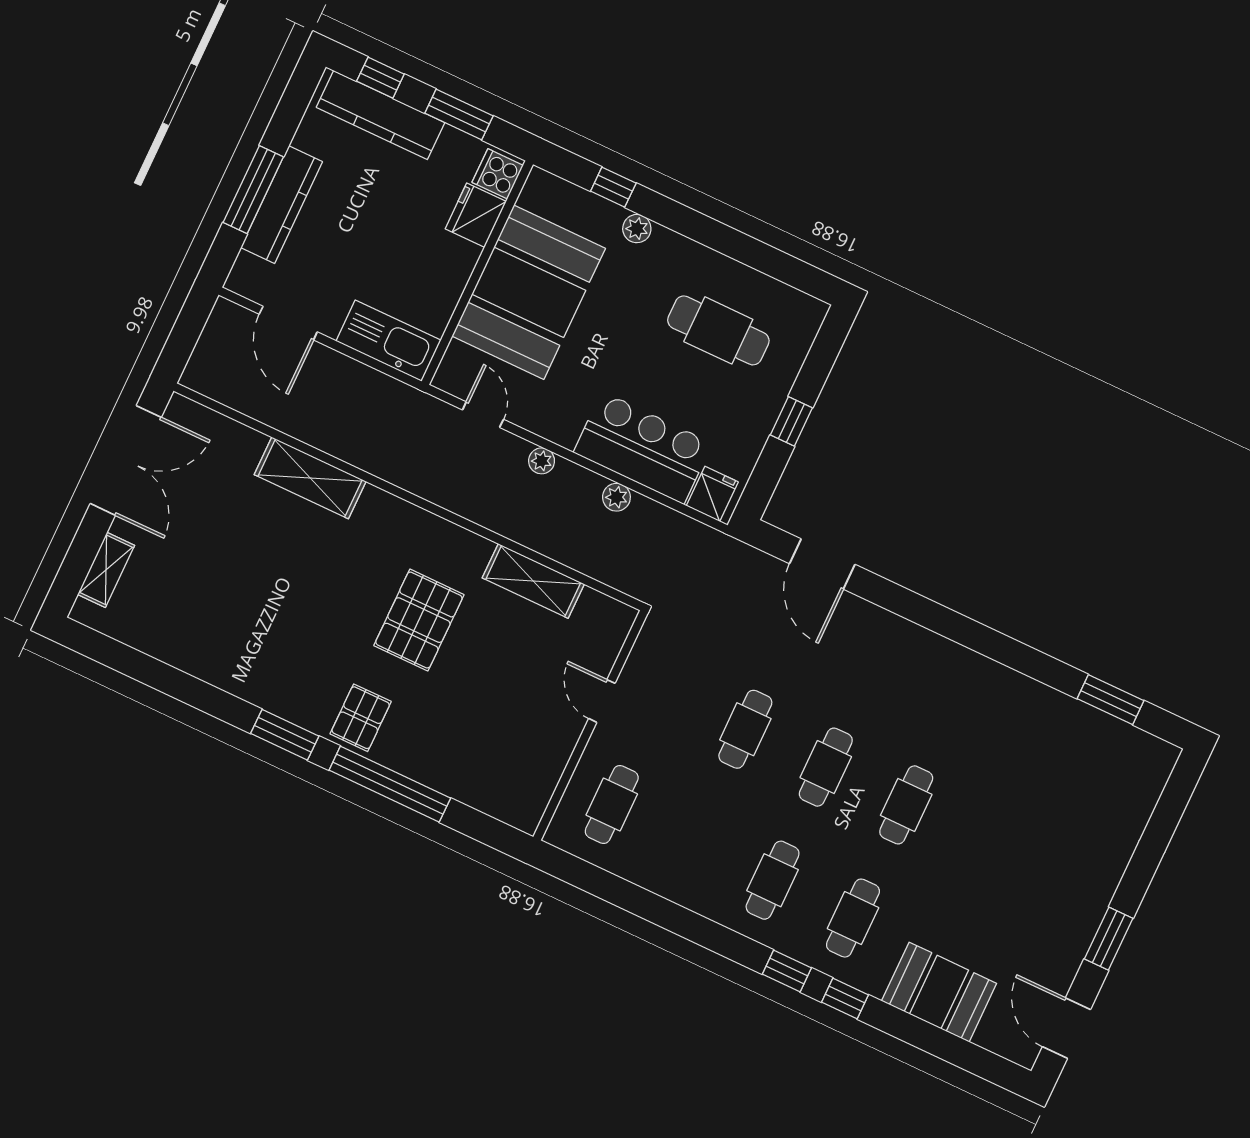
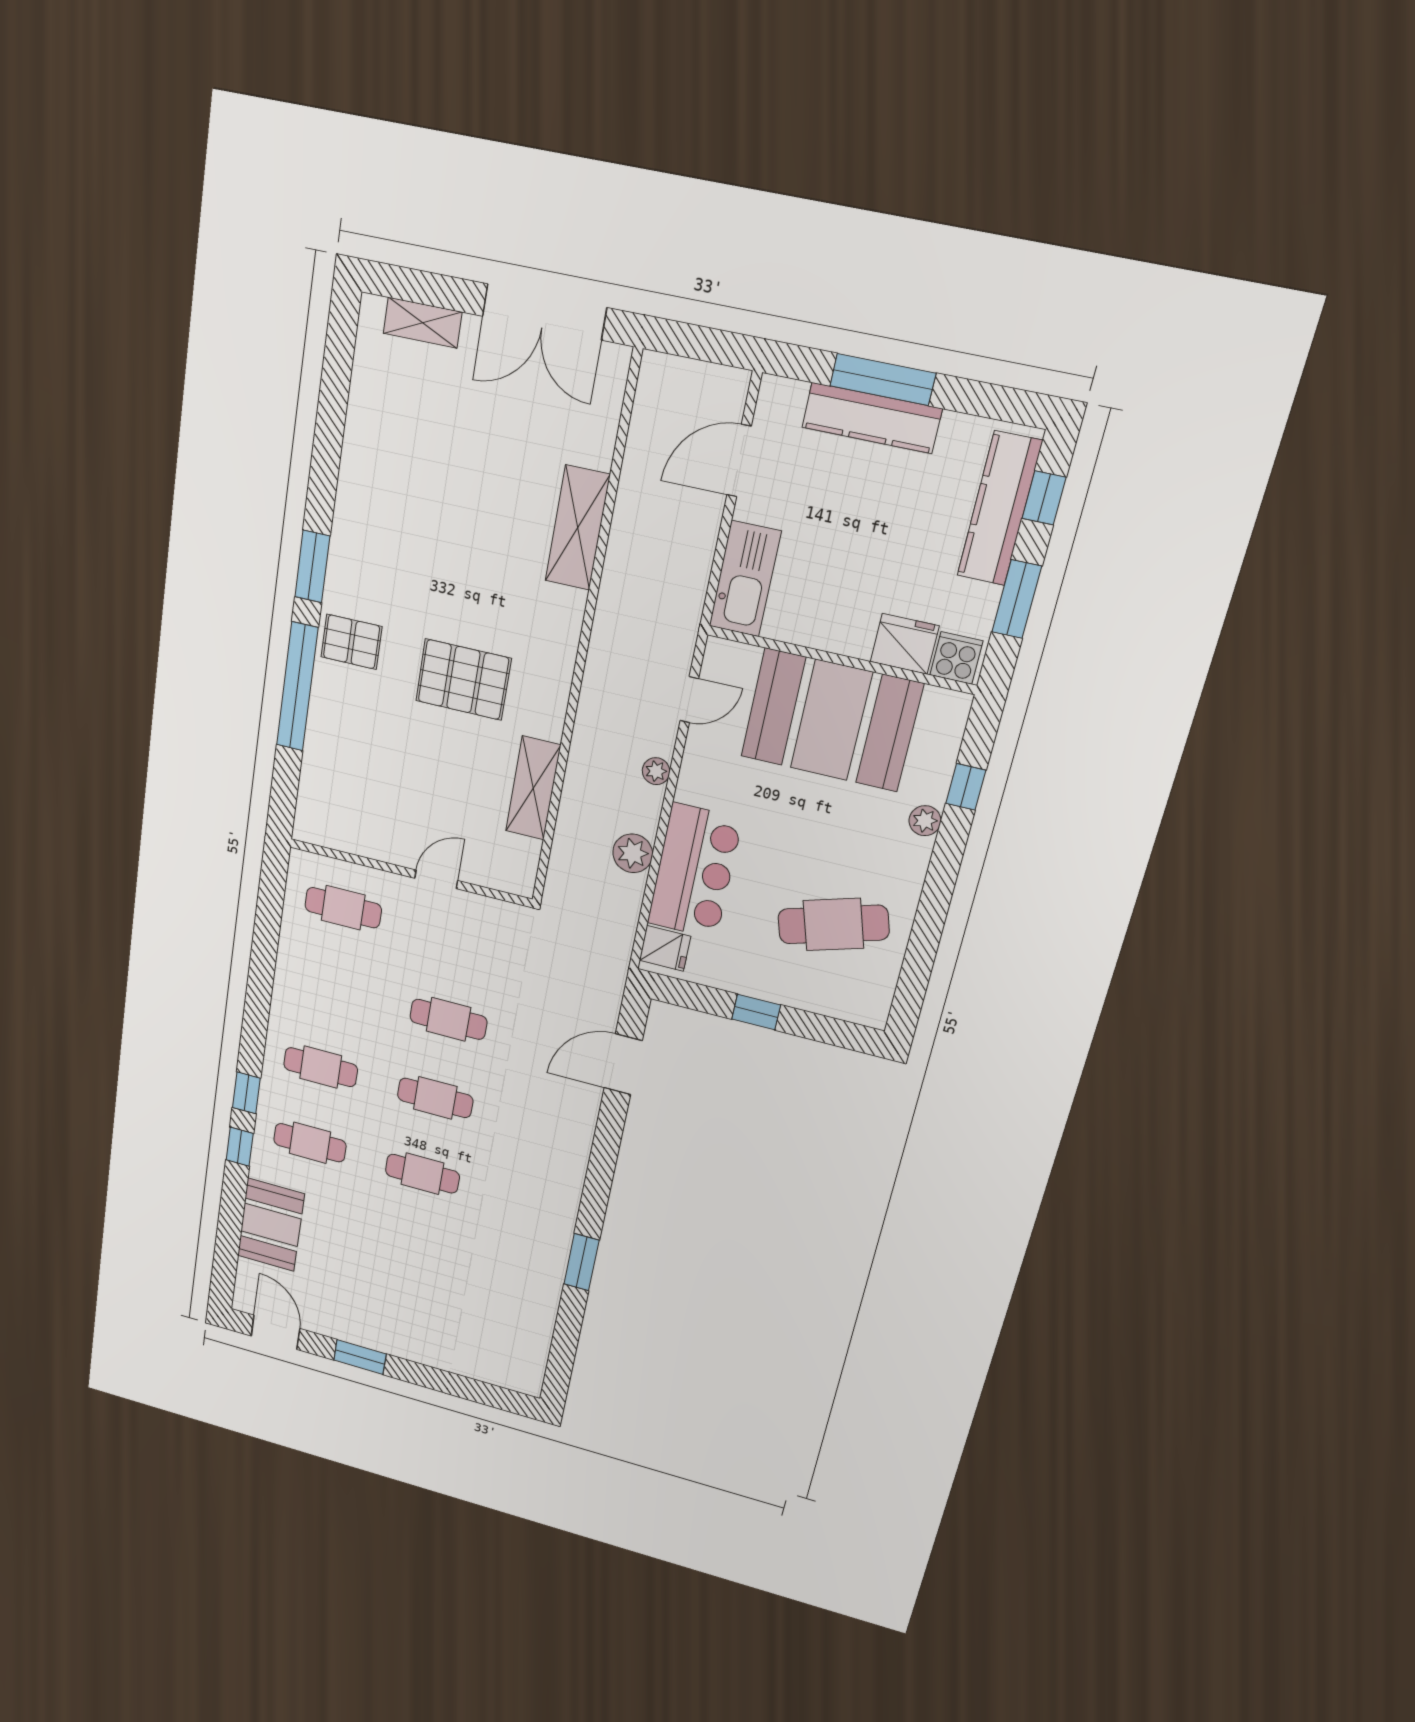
cafe table: (718, 330) -> (833, 924), turned 73
plant: (616, 497) -> (633, 853), width x1.38, depth x1.38
window: (1111, 700) -> (581, 1262), moved
door: (1067, 1028) -> (275, 1332), hinge flipped

